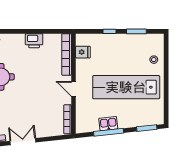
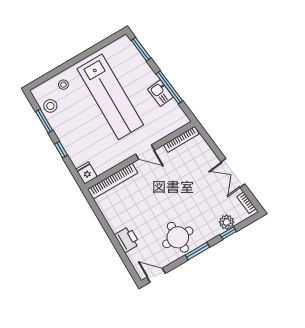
printer: (34, 41) -> (127, 239), moved
stool: (144, 42) -> (50, 106), added
fridge: (83, 52) -> (86, 173), moved
door: (73, 89) -> (145, 152), hinge flipped

